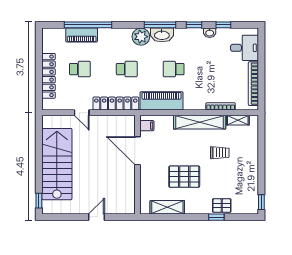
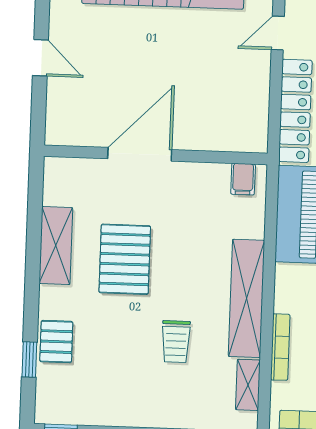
door: (138, 151) -> (140, 154), moved
shelving: (167, 207) -> (56, 246), moved
window: (216, 217) -> (29, 359), moved

